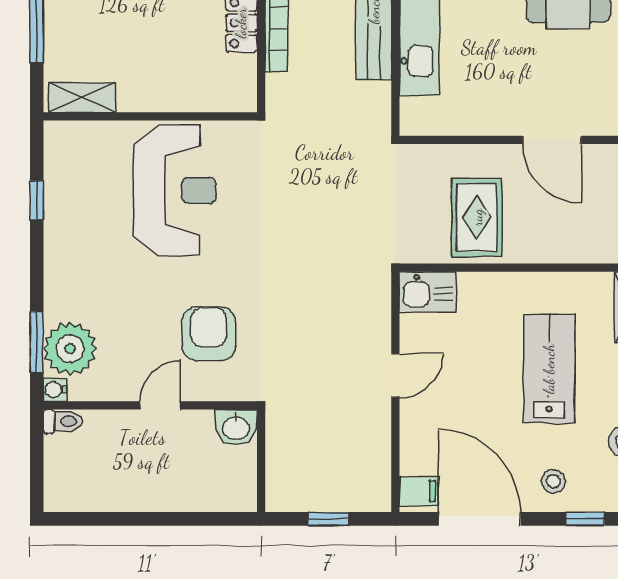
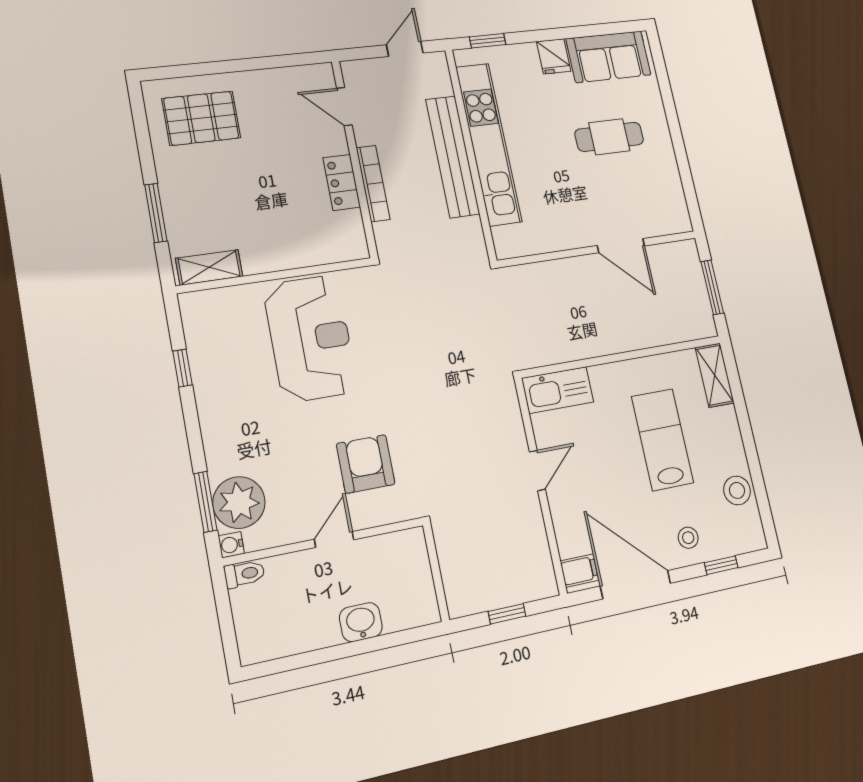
rug: (477, 217) -> (575, 320), removed
kitchen sink: (428, 292) -> (558, 390), width x1.38
washbasin: (236, 427) -> (361, 622), moved, turned 180

